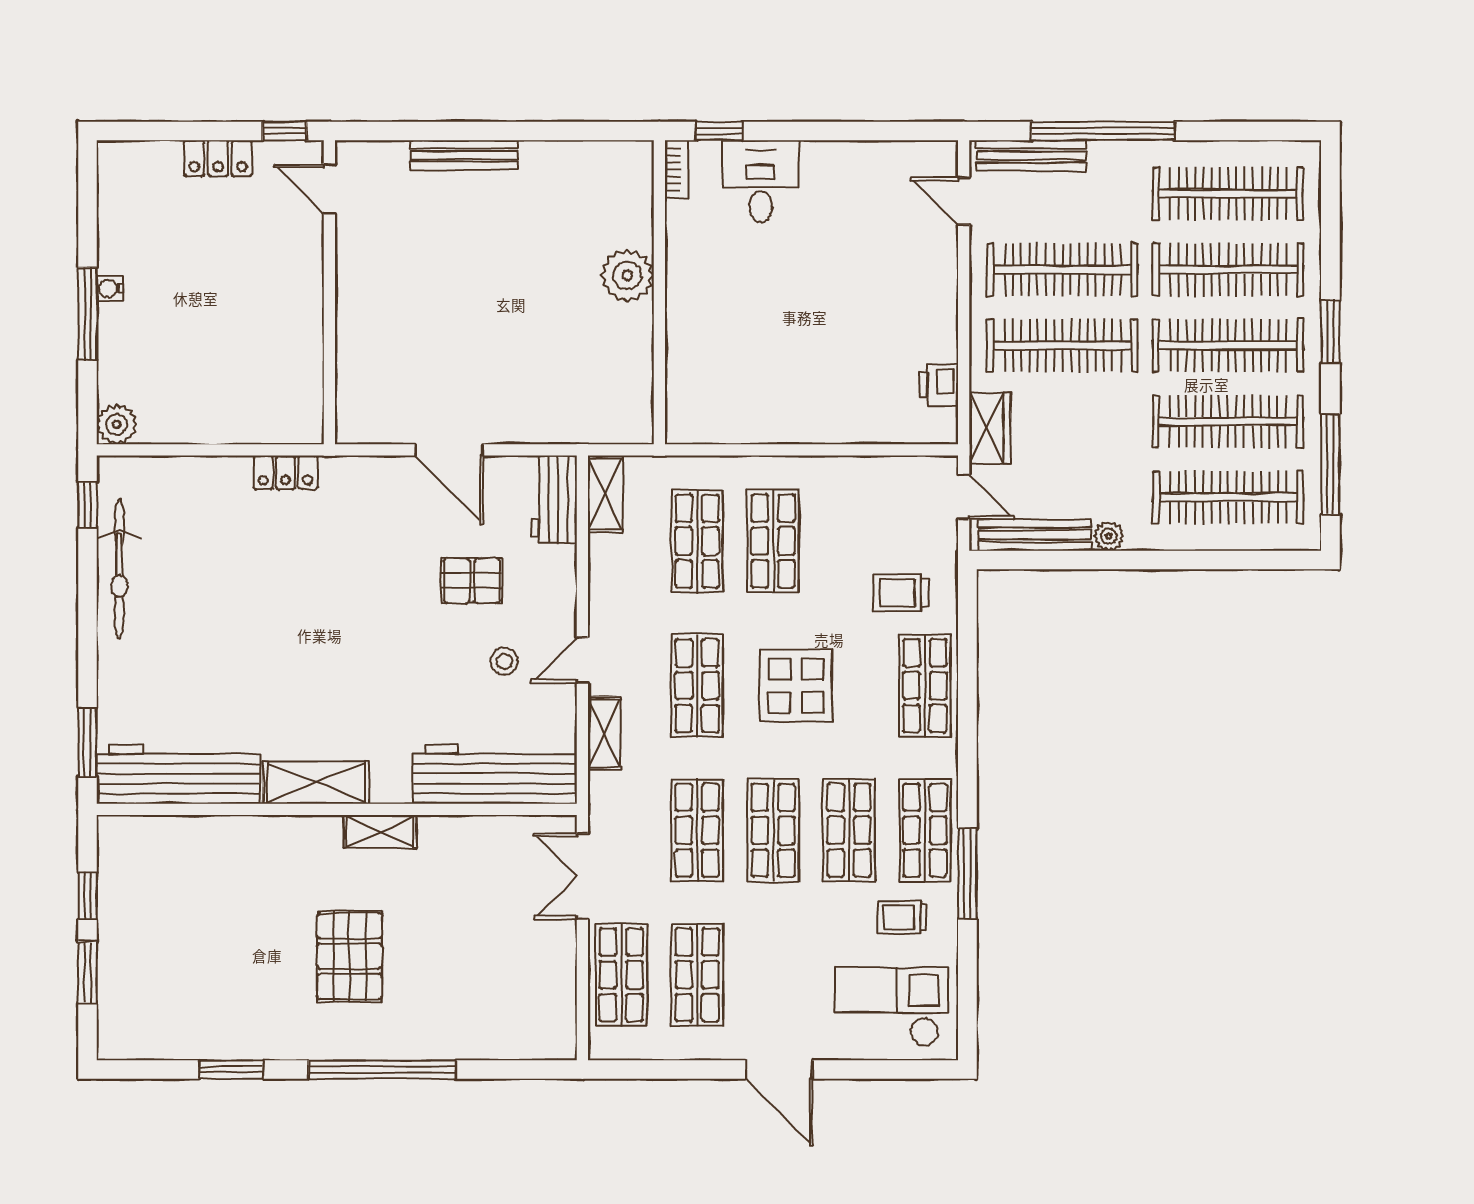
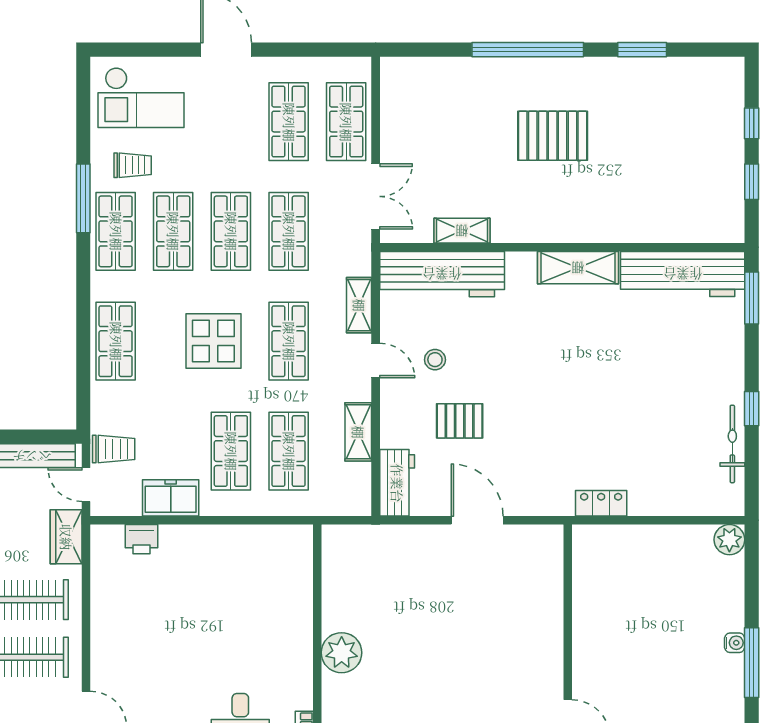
window: (87, 314) -> (752, 663), moved
printer: (939, 385) -> (141, 539), moved, turned 90
freezer: (852, 479) -> (171, 498), added
shelving: (605, 494) -> (358, 432), moved
window: (87, 505) -> (752, 409), moved
bicycle: (119, 569) -> (732, 444), width x0.73, depth x0.71
trolley: (901, 593) -> (114, 449), moved
door: (582, 660) -> (376, 361), hinge flipped
shelving: (380, 831) -> (462, 231), moved
pallet: (349, 956) -> (553, 136), turned 90
window: (87, 972) -> (752, 123), width x0.67

